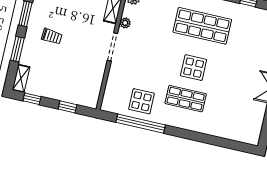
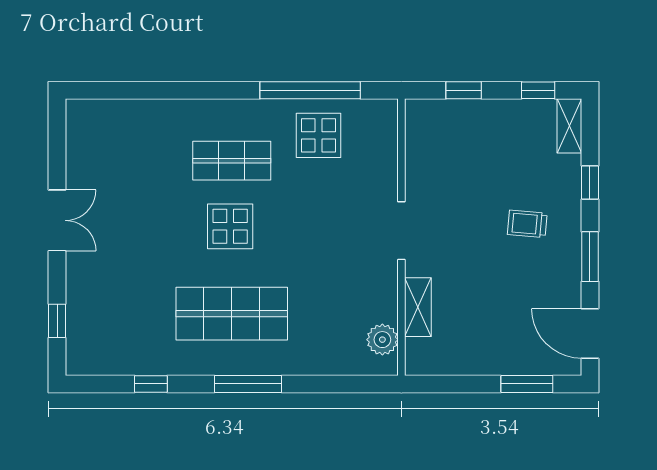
plant: (125, 23) -> (387, 284), removed
window: (17, 49) -> (590, 183), width x0.67

